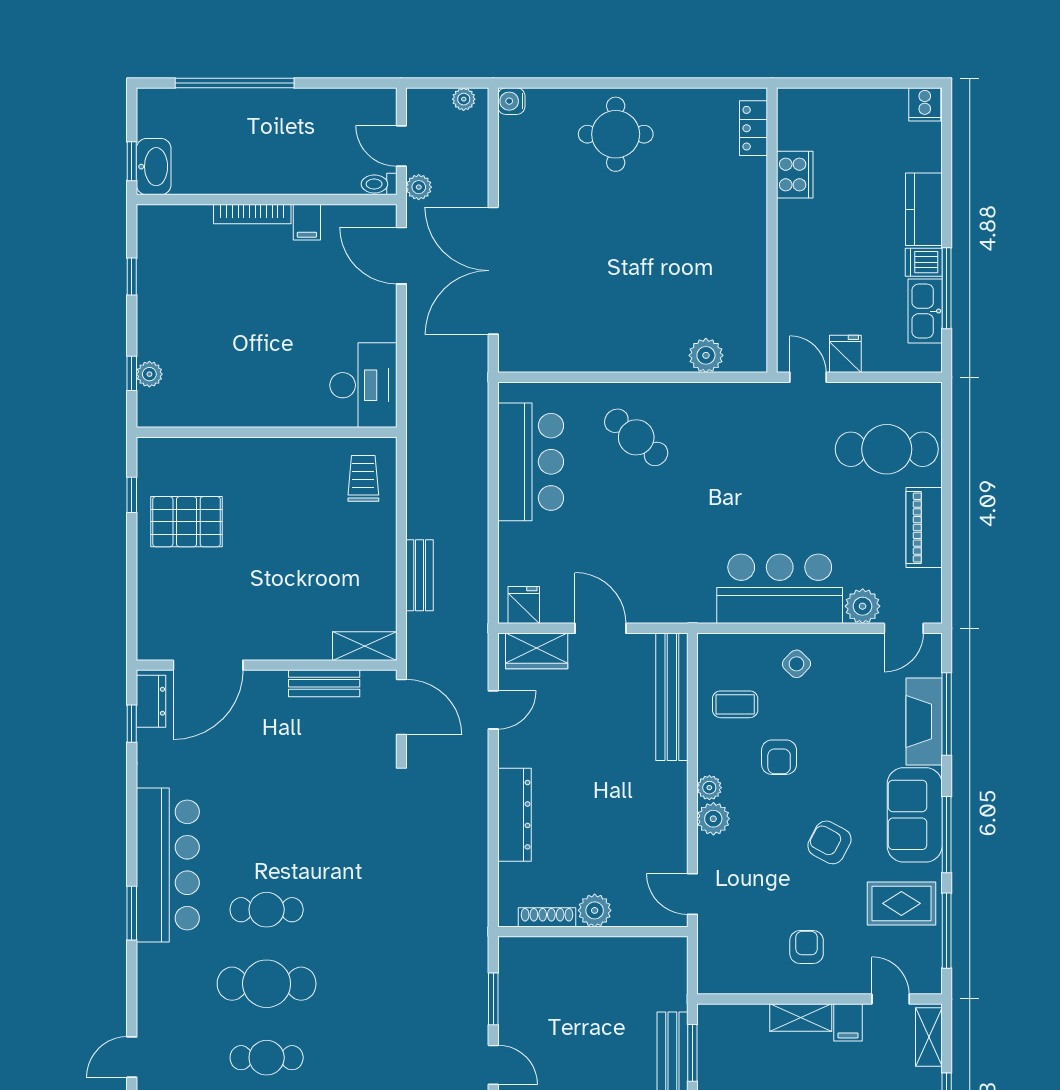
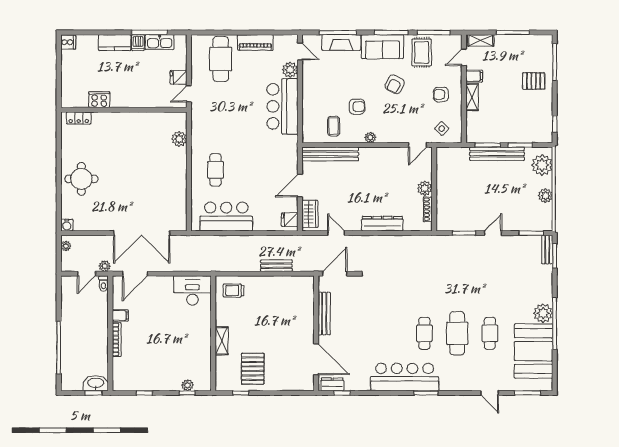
cafe table: (636, 437) -> (215, 170), turned -40
shelving: (365, 646) -> (222, 341), moved
side table: (796, 664) -> (442, 129), moved
bench: (324, 683) -> (324, 314), width x1.36
plant: (713, 819) -> (384, 136), removed

